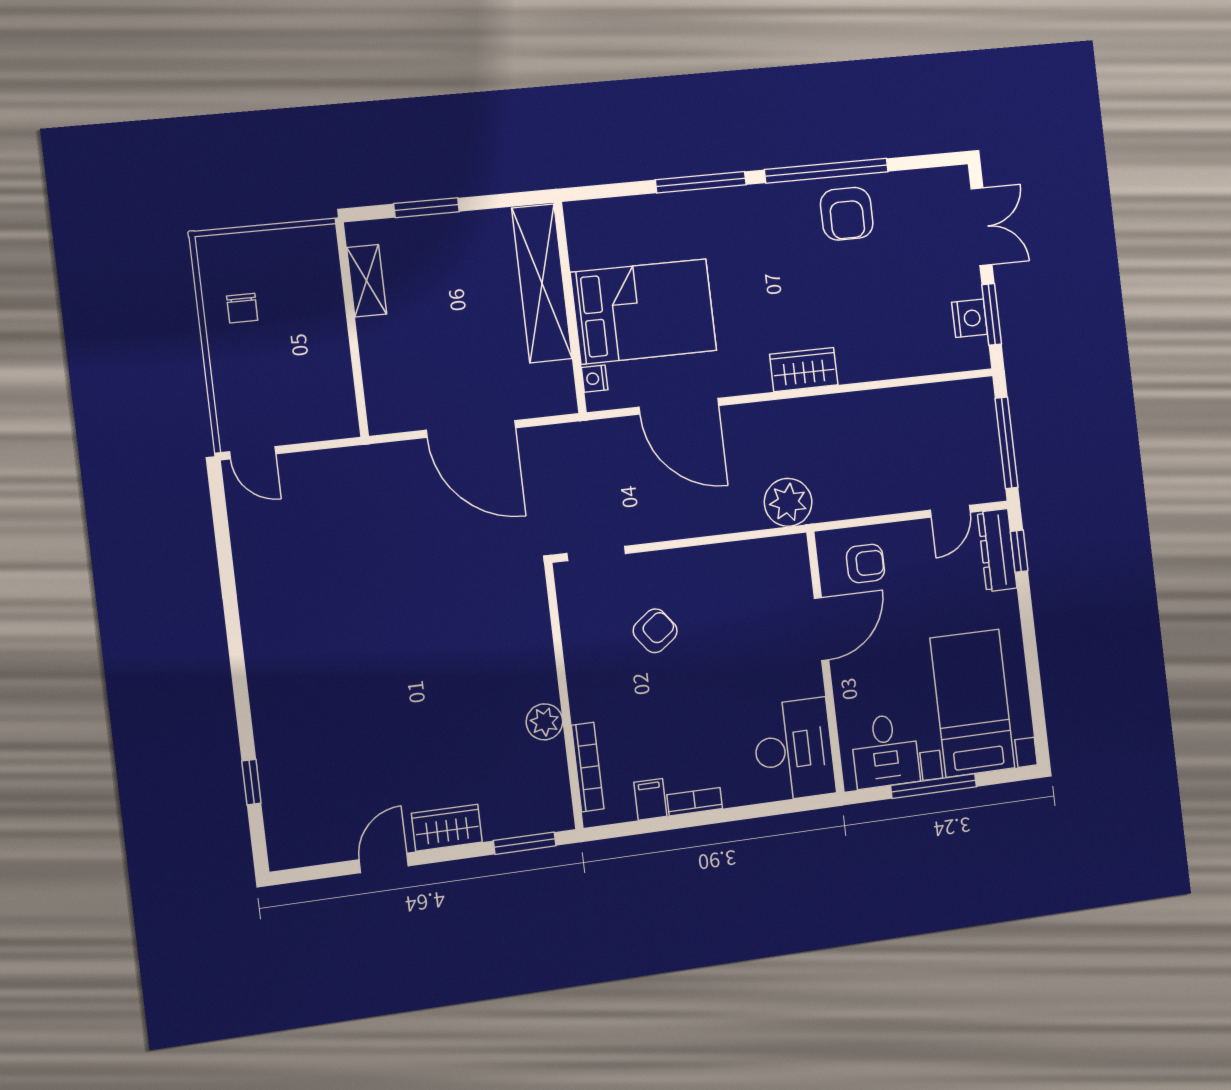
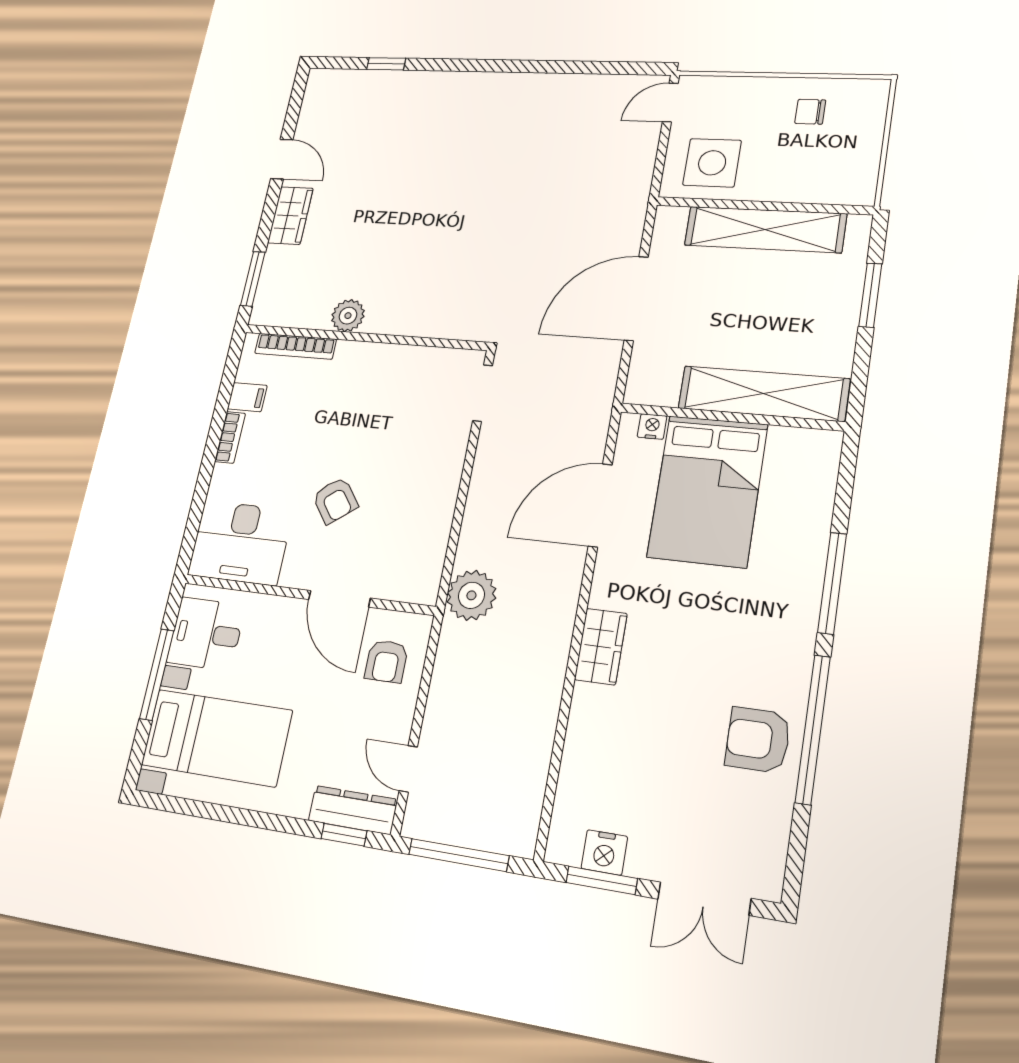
shelving: (367, 281) -> (765, 229), width x2.20, depth x1.33
side table: (314, 392) -> (712, 163), added
armchair: (655, 631) -> (335, 500), moved

